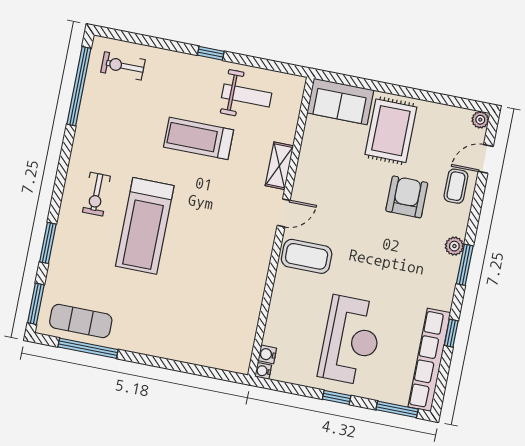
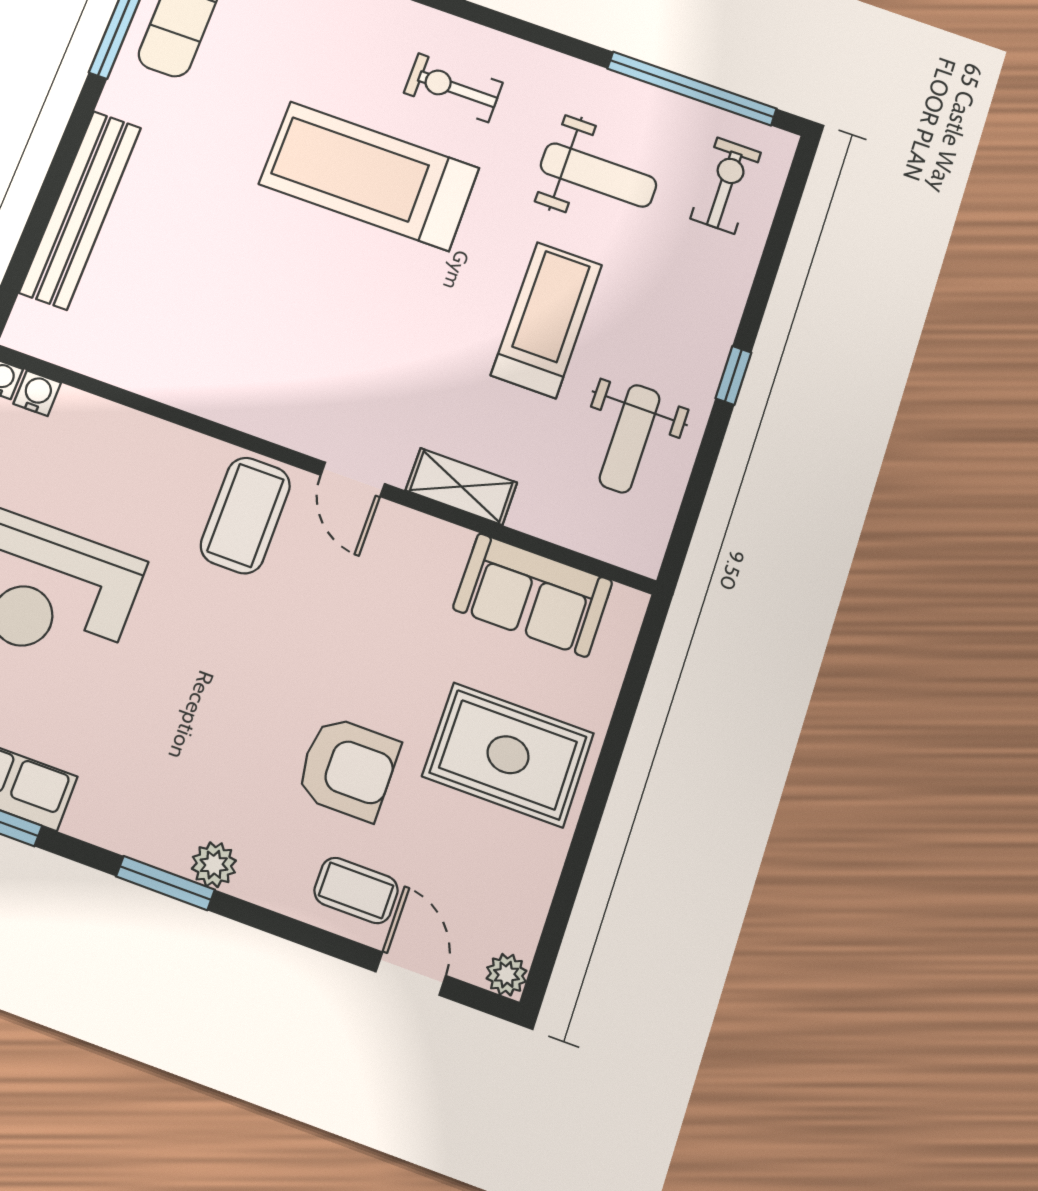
sofa: (340, 101) -> (533, 595), moved, turned -90
weight bench: (127, 124) -> (598, 175), added
bench: (181, 351) -> (80, 210), added

